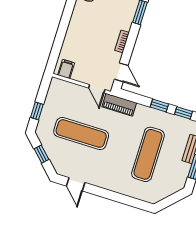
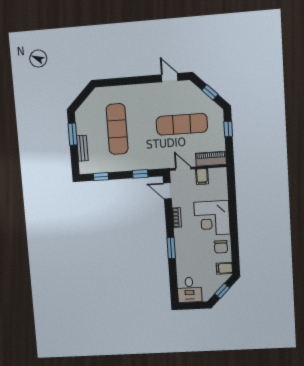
corner desk: (87, 27) -> (212, 218), added
filing cabinet: (66, 69) -> (202, 176), moved
piano: (119, 105) -> (211, 159), moved
window: (159, 105) -> (140, 174), moved

